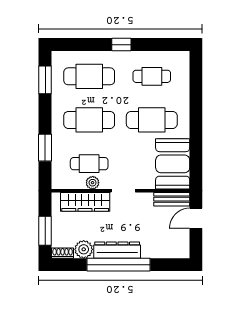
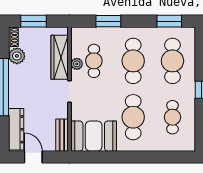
door: (196, 218) -> (33, 157), moved
dresser: (117, 250) -> (16, 129), moved

